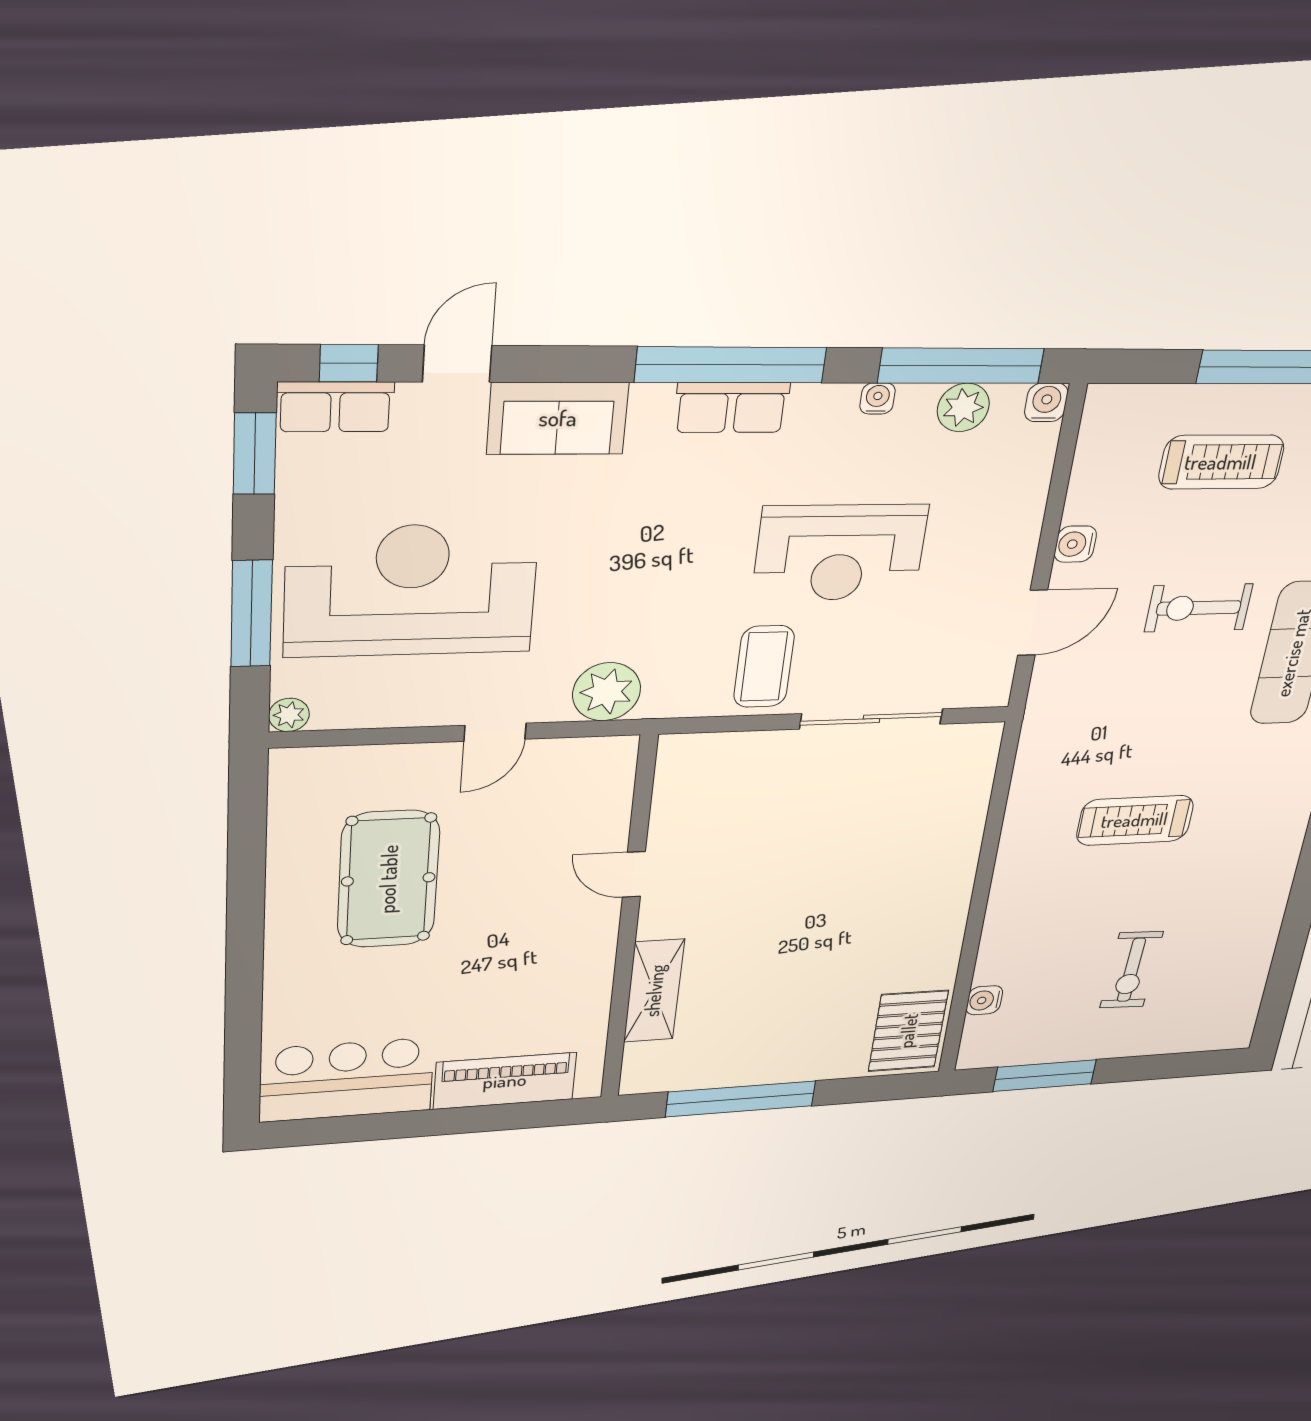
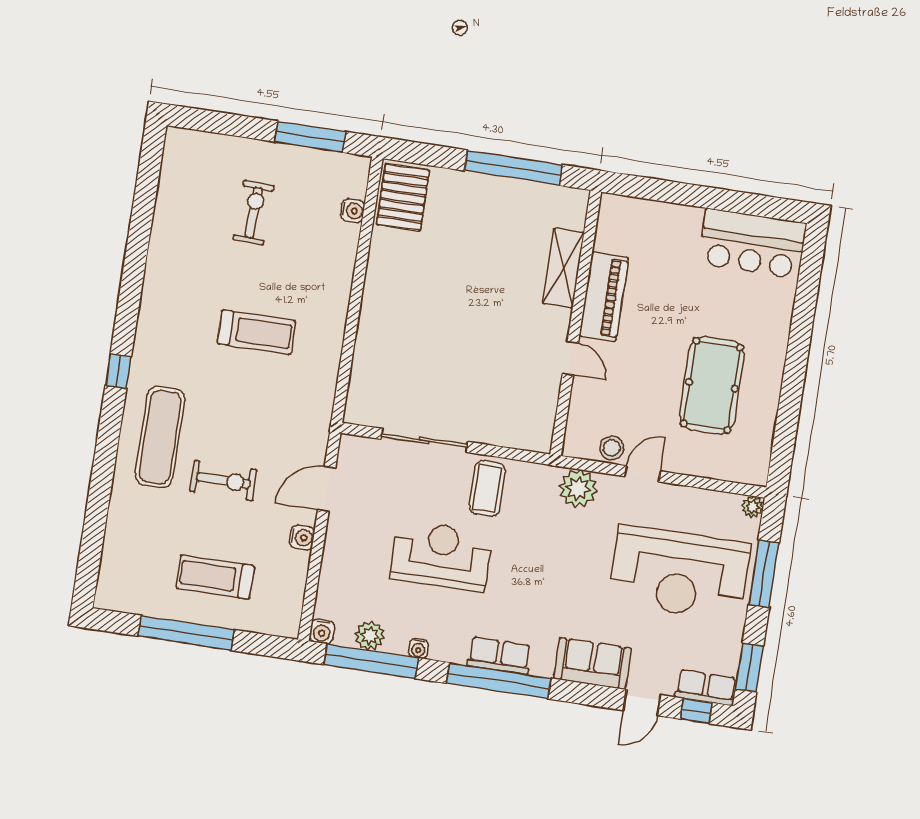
stool: (553, 761) -> (612, 448), added
piano: (505, 1081) -> (604, 297), moved, turned -90

